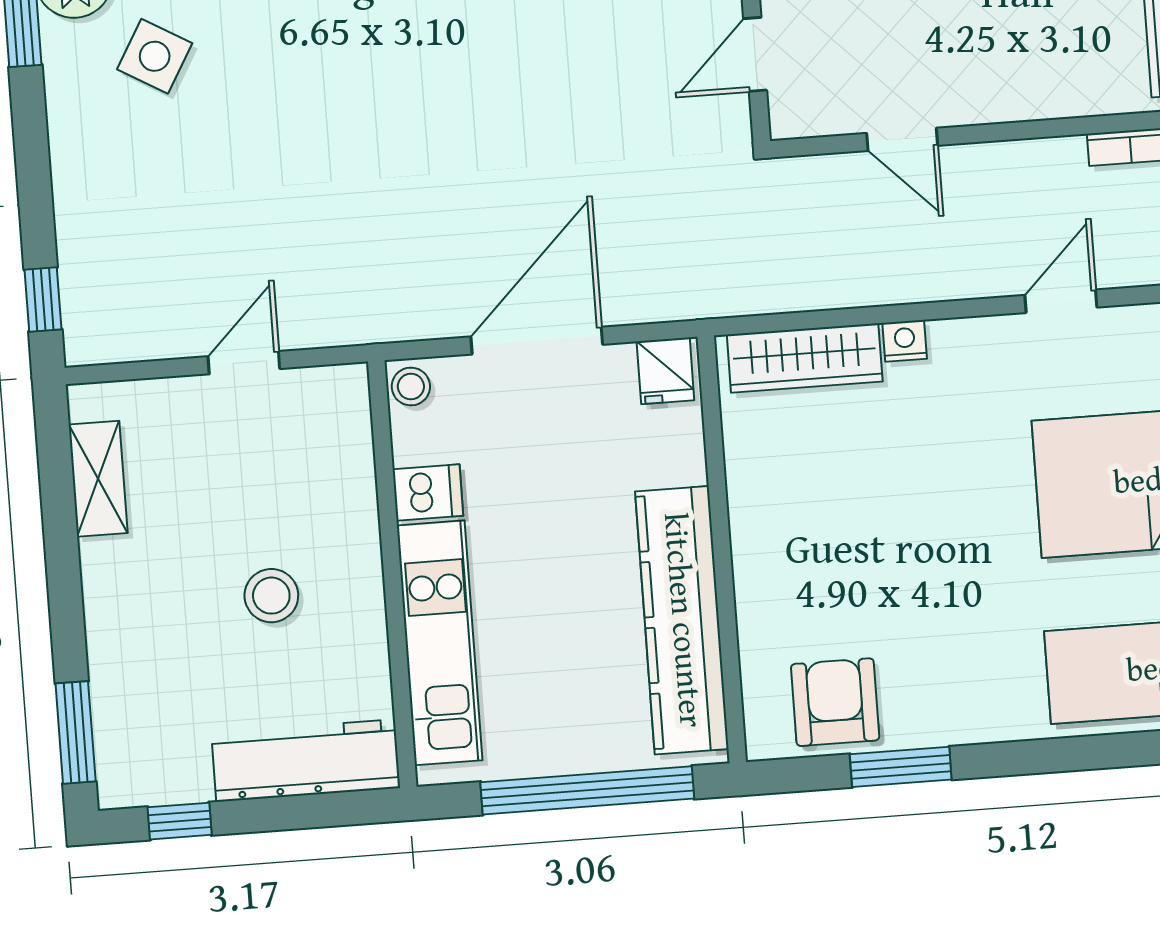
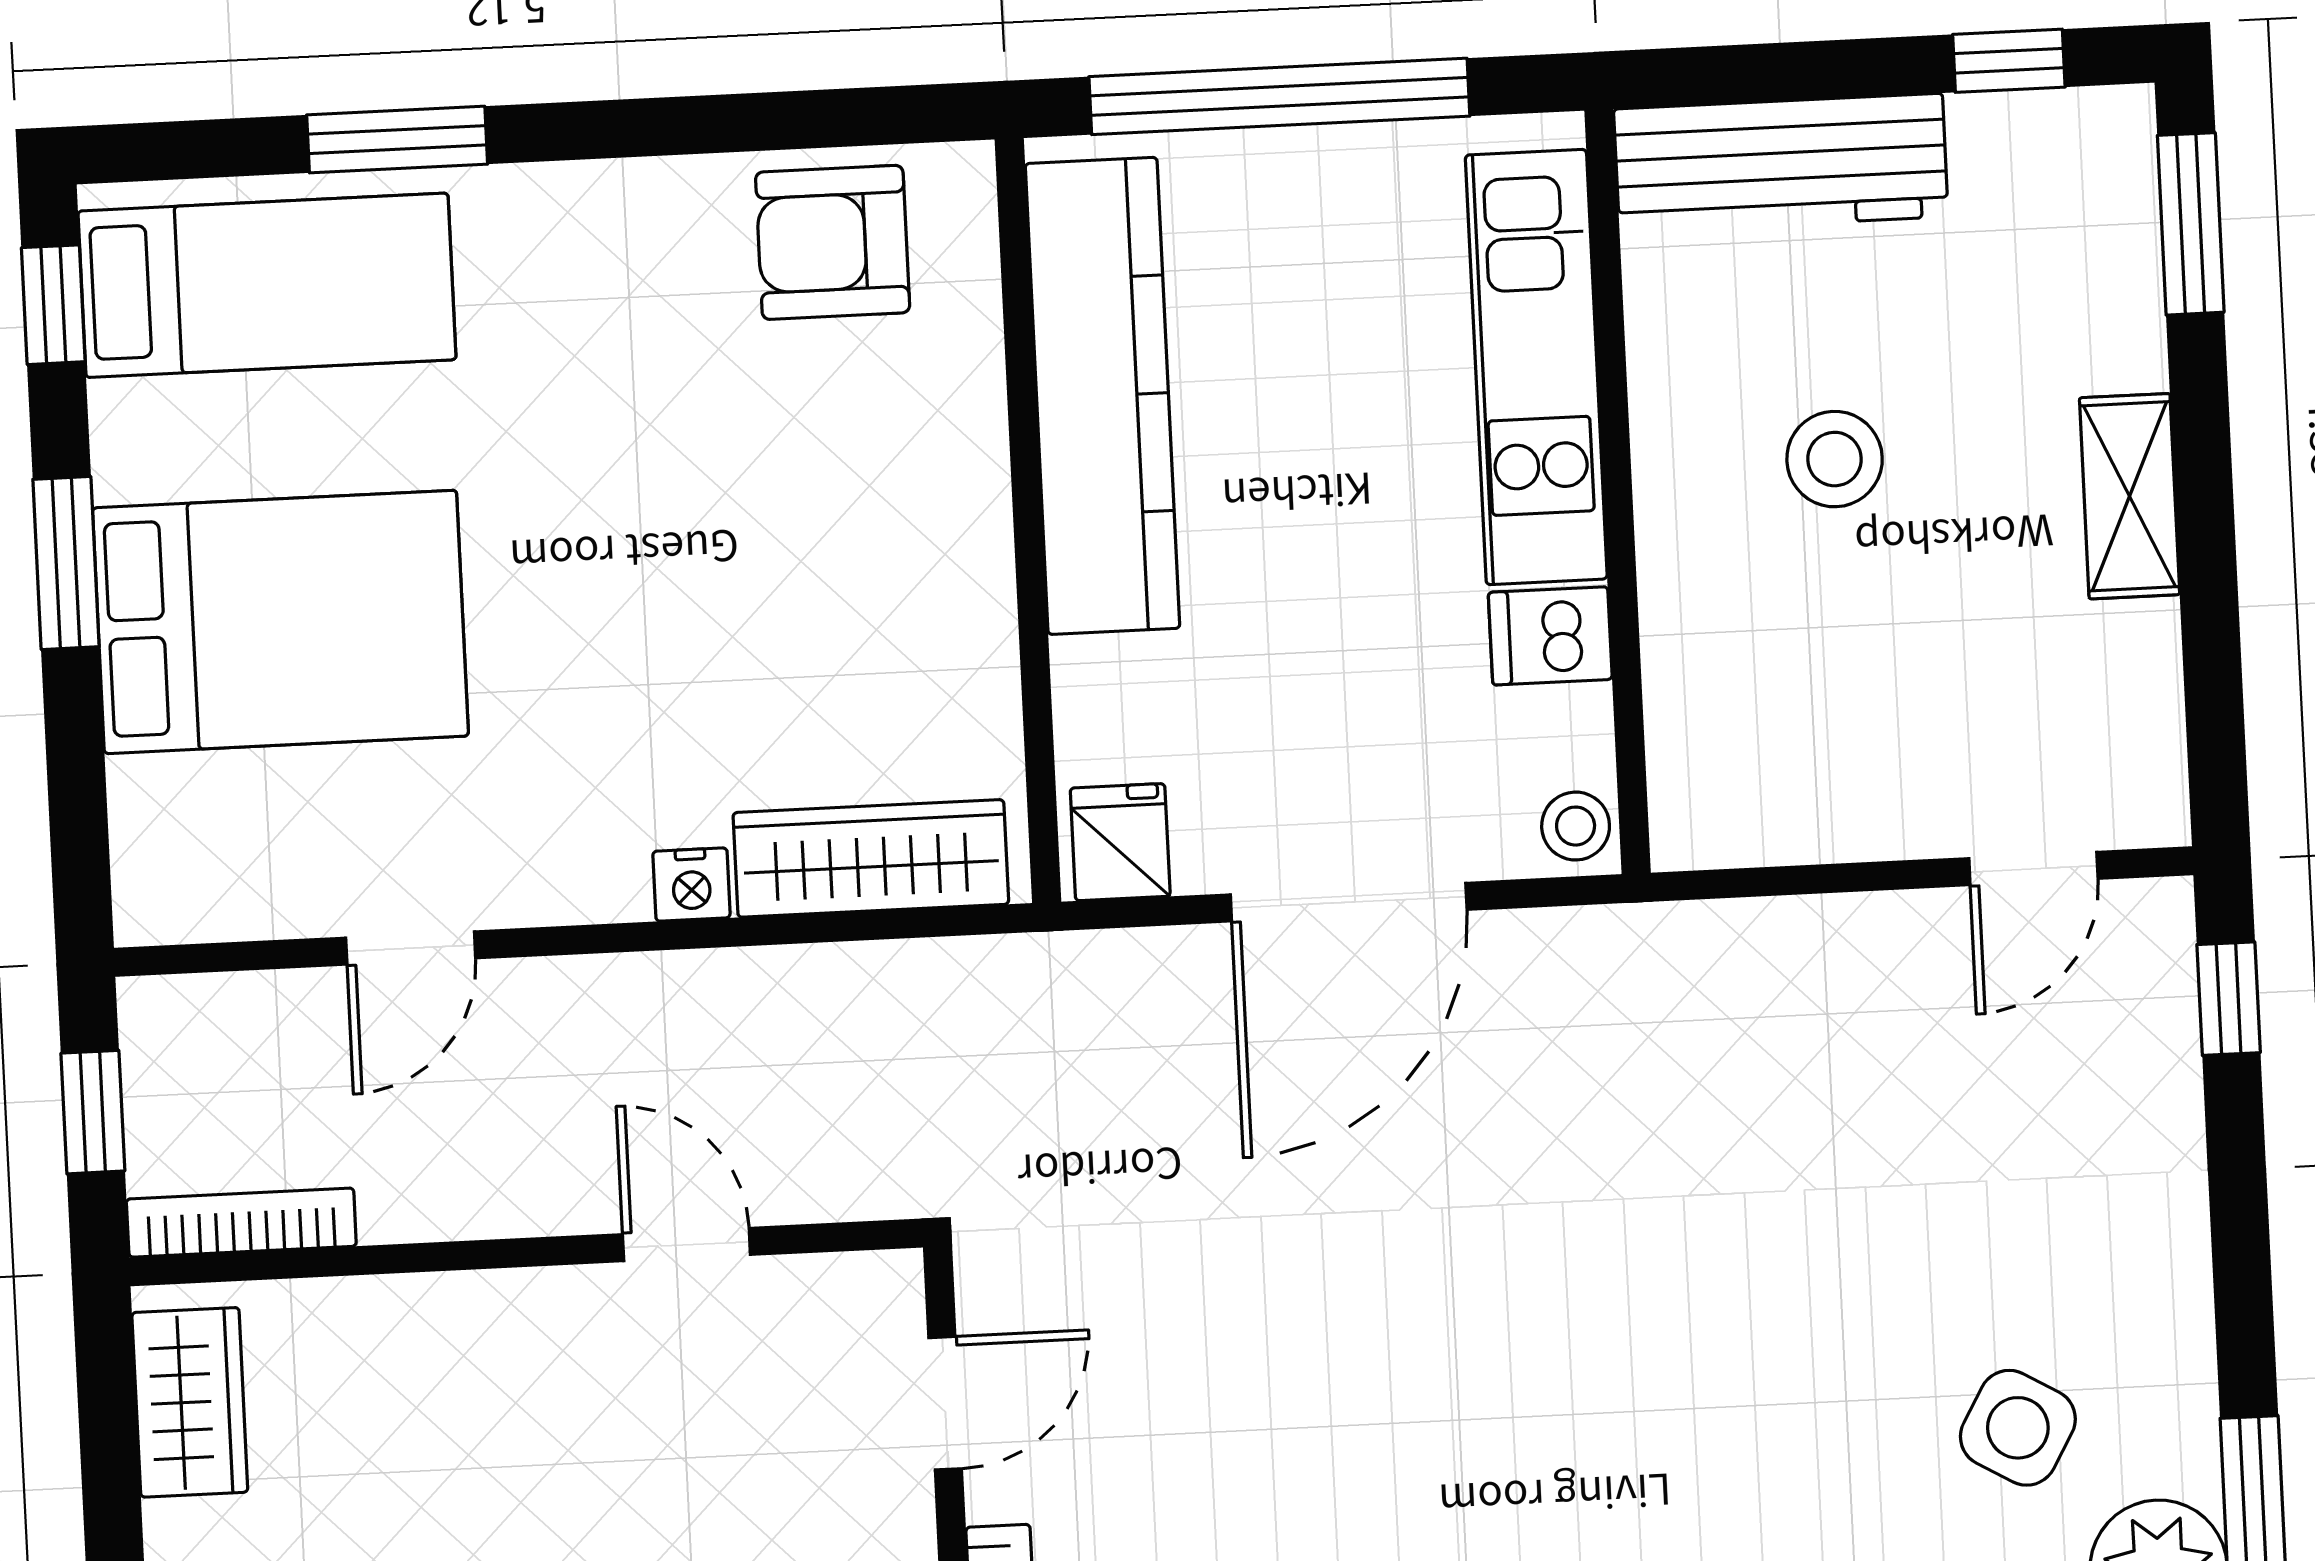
door: (244, 363) -> (2033, 869), moved
shelving: (98, 479) -> (2130, 496), moved
armchair: (835, 702) -> (833, 242), turned 90
window: (901, 767) -> (397, 140), moved

